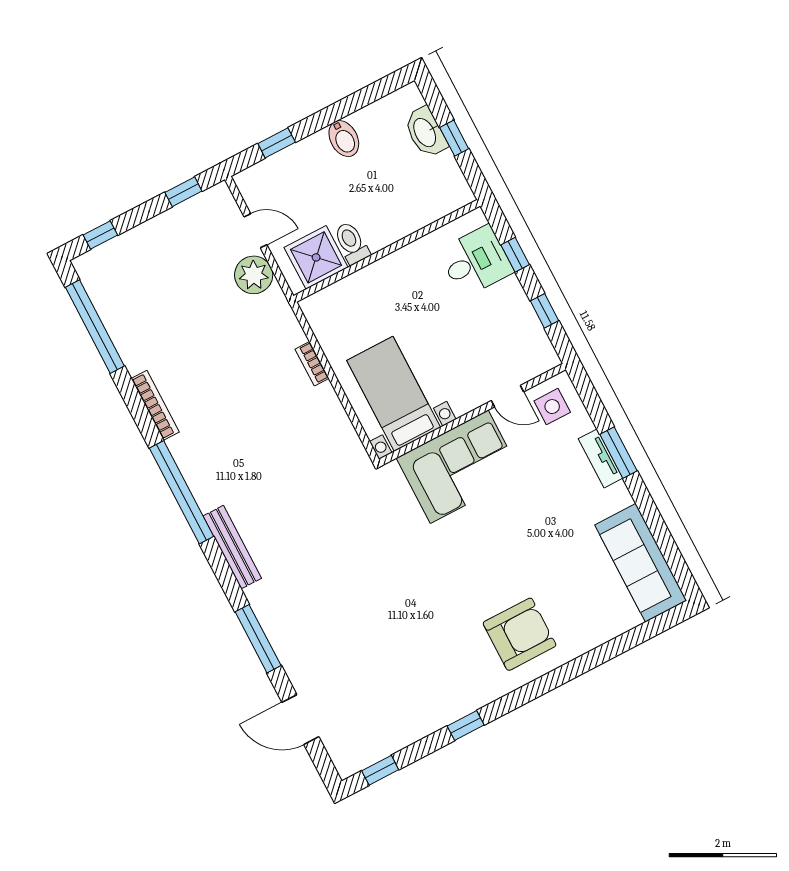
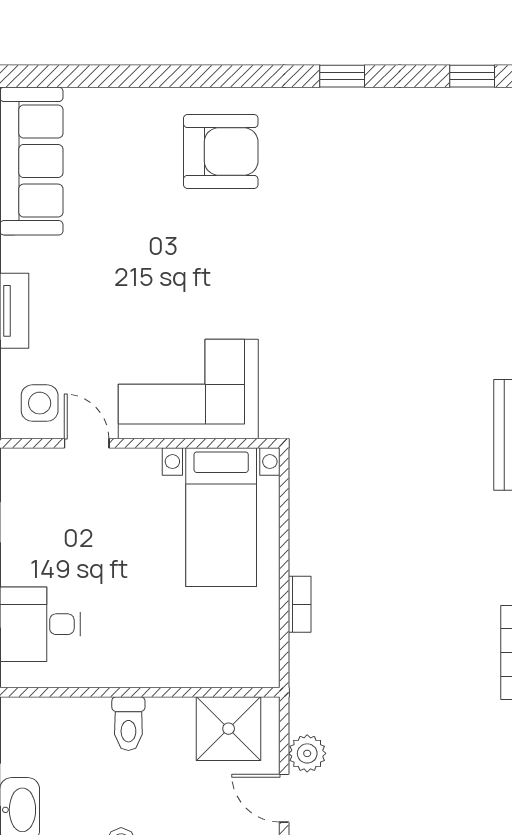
toilet: (352, 243) -> (128, 724), moved
plant: (254, 275) -> (307, 753), width x0.73, depth x0.73
armchair: (520, 634) -> (221, 152), turned 180

